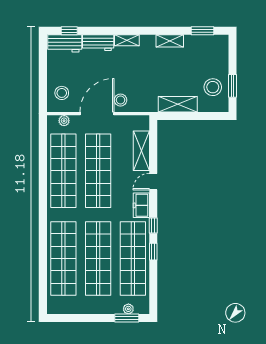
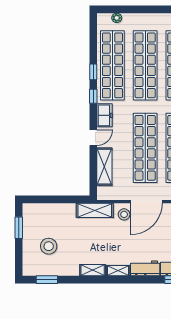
shelving: (170, 41) -> (93, 270), moved
stool: (213, 87) -> (49, 246), moved
shelving: (178, 104) -> (95, 210), moved
window: (127, 318) -> (118, 9), removed

